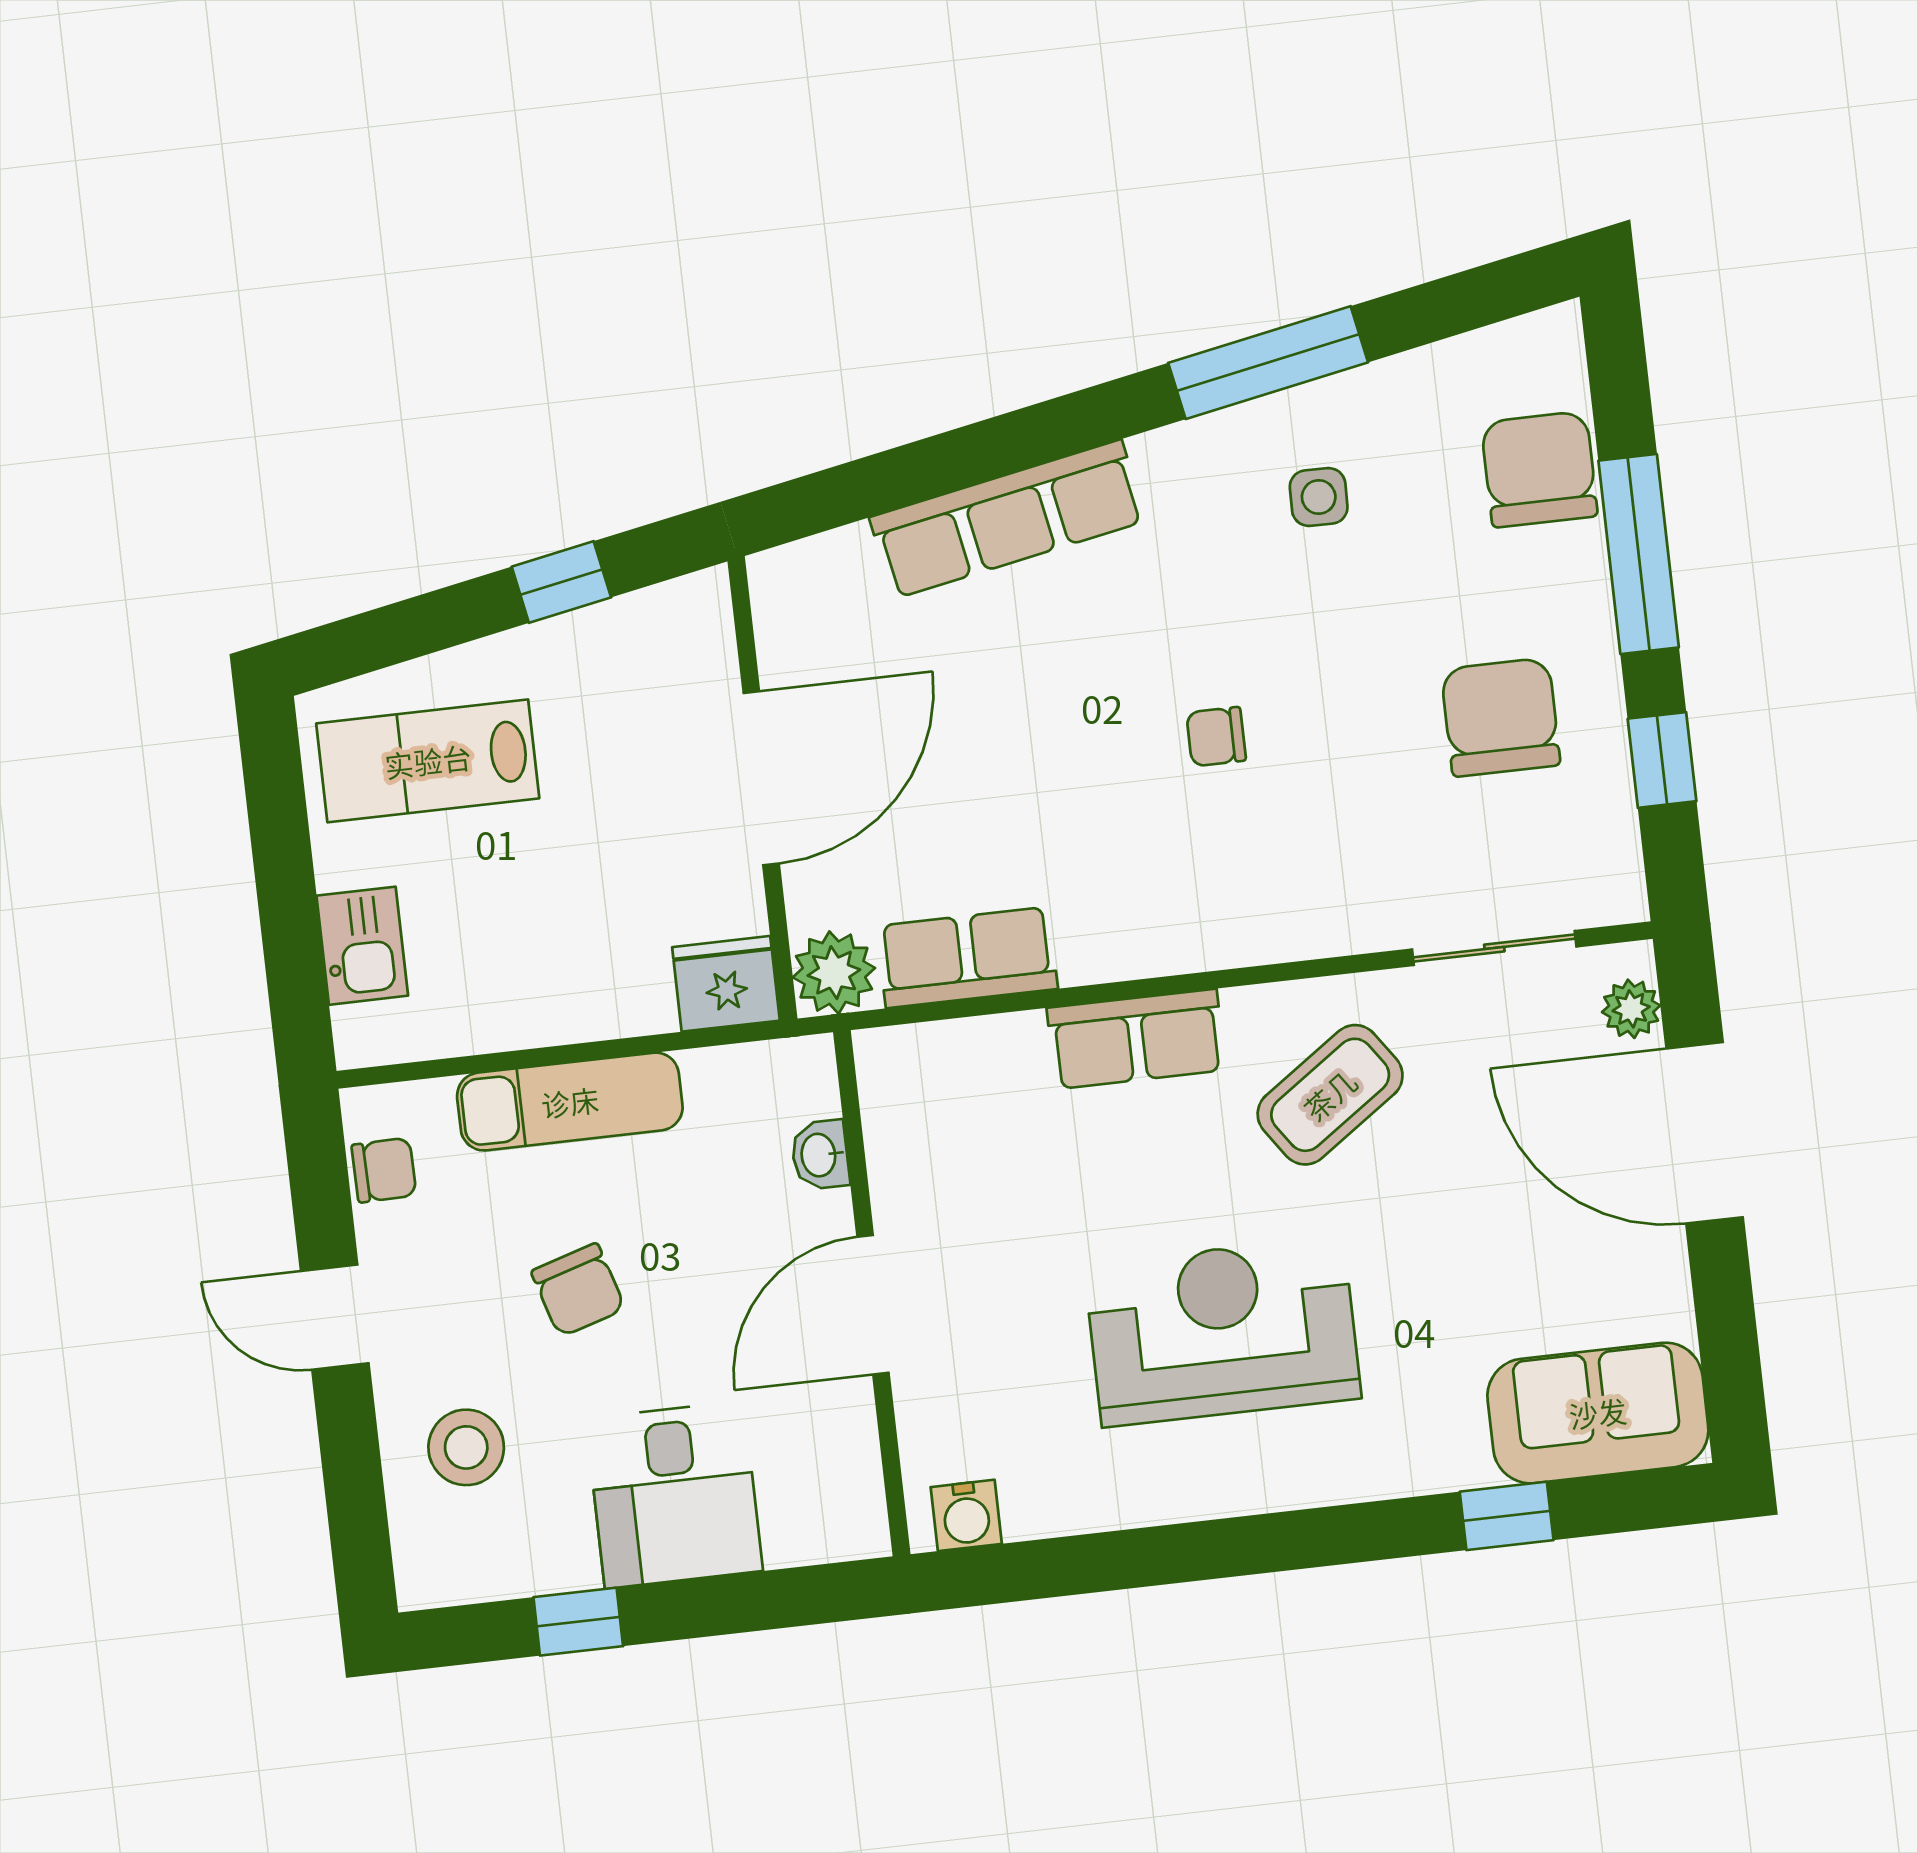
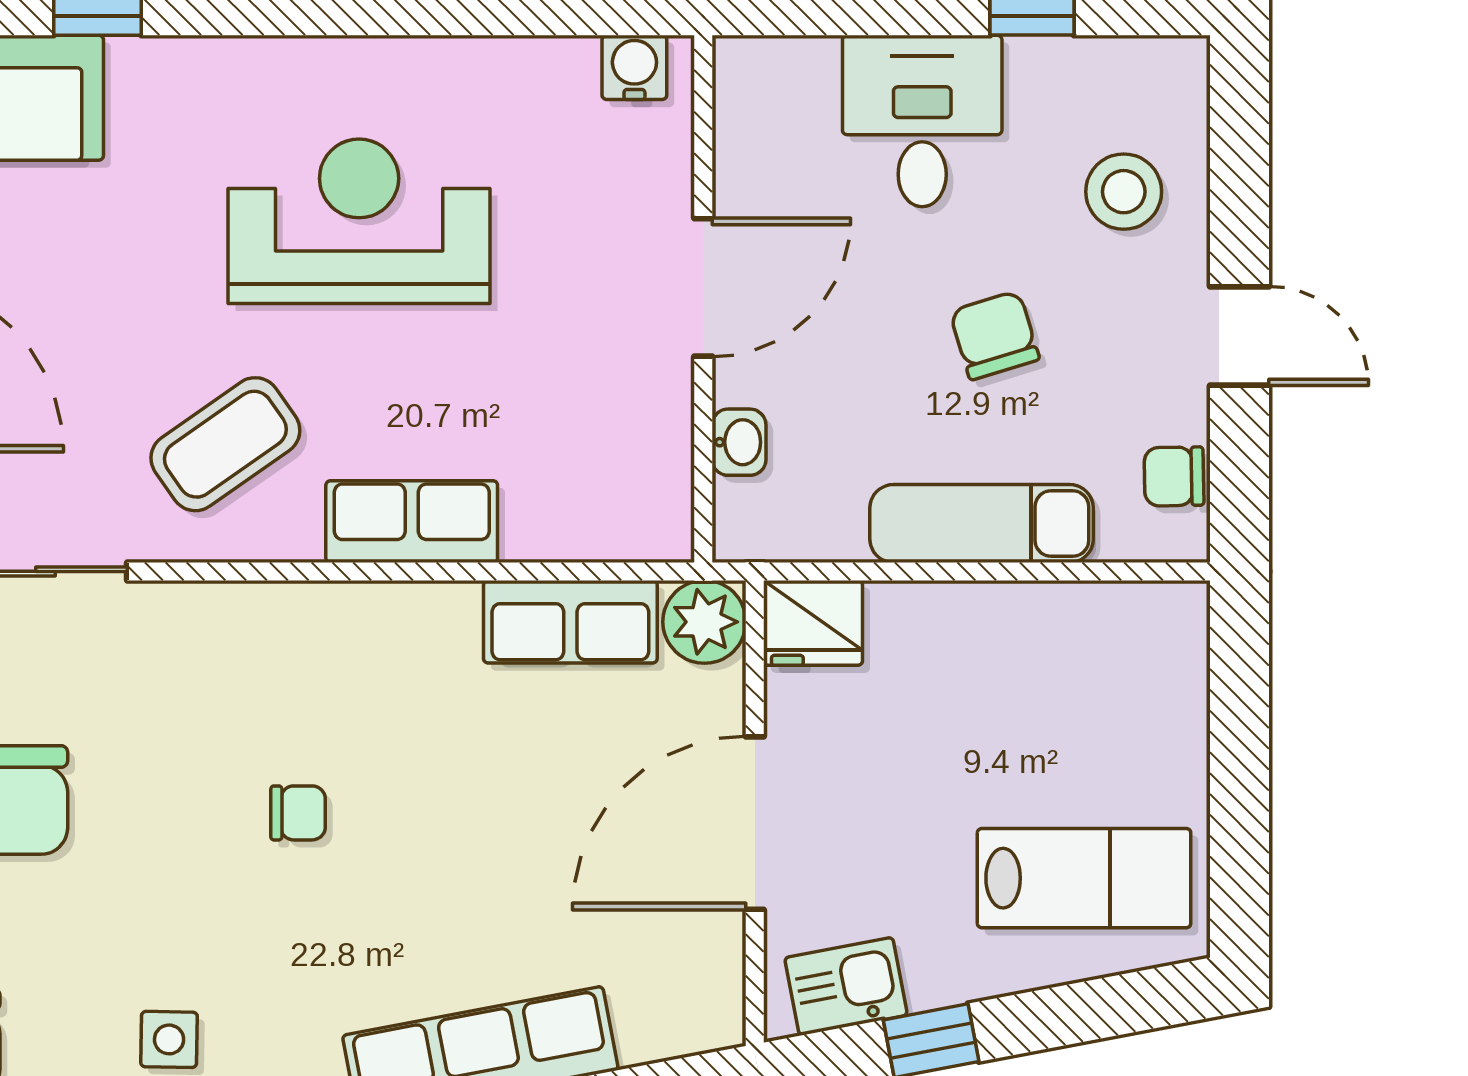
kitchen sink: (362, 946) -> (846, 986), moved, turned 79
reception desk: (1222, 1331) -> (359, 221), turned 180

